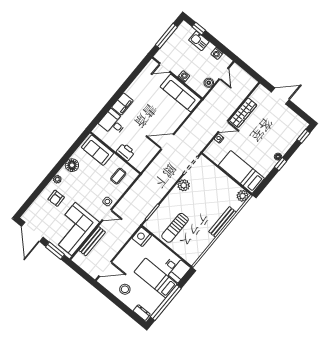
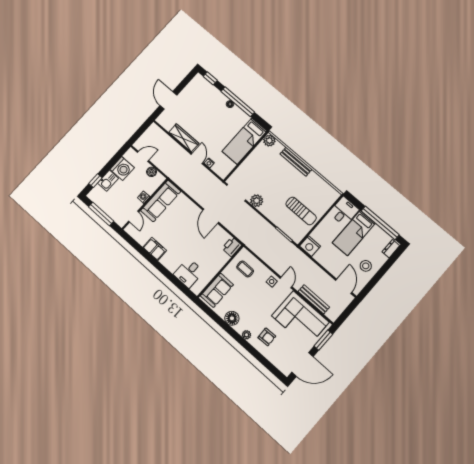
washing machine: (217, 54) -> (122, 168), width x1.89, depth x1.89
filing cabinet: (122, 104) -> (155, 249), moved
printer: (126, 152) -> (232, 247), moved
window: (281, 164) -> (238, 102), width x3.17

